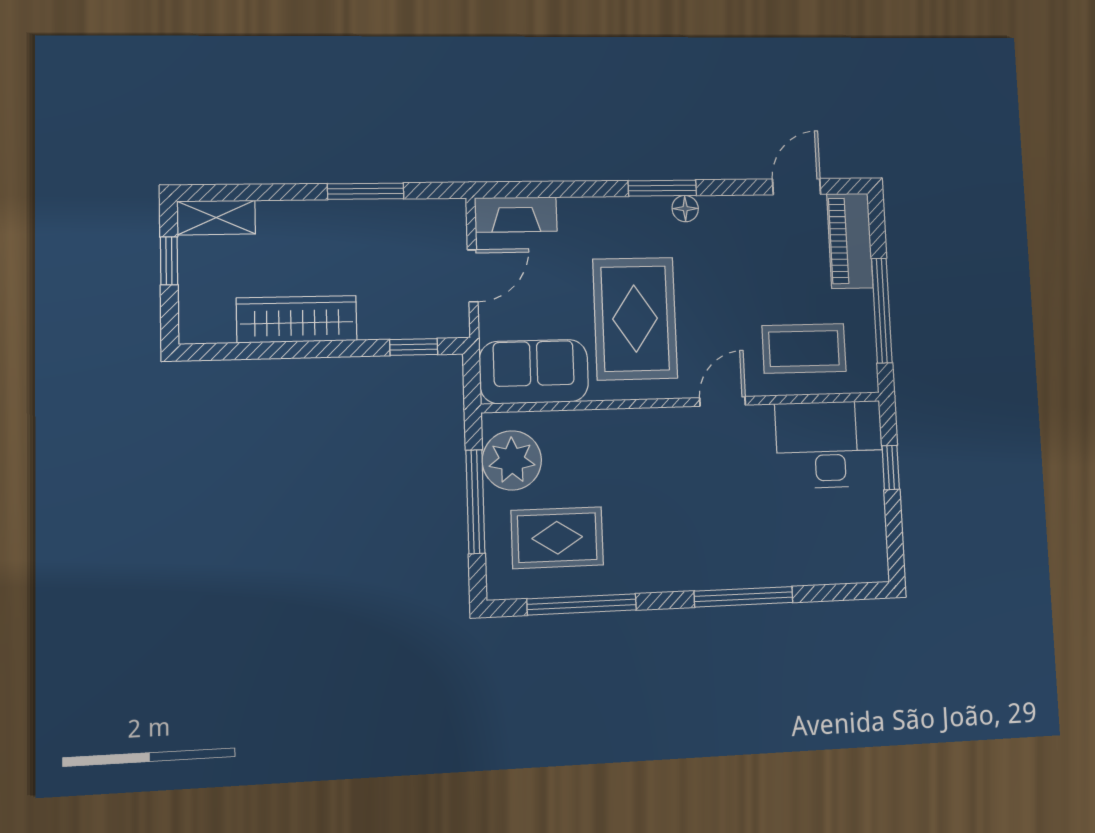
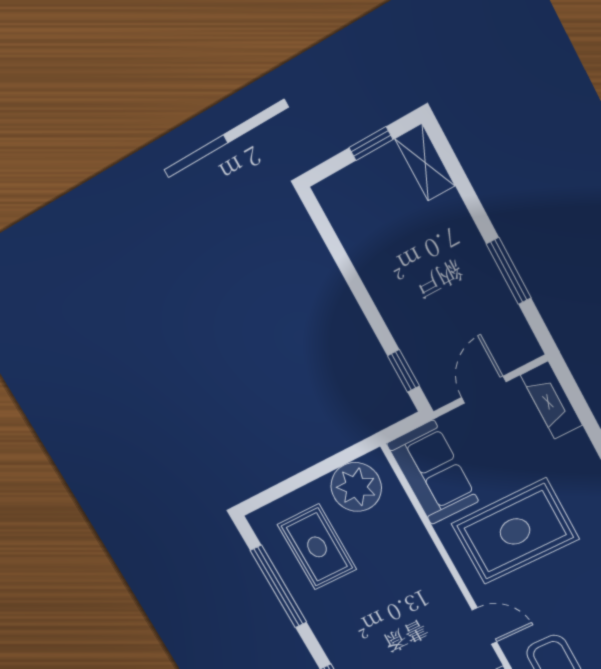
door: (473, 276) -> (484, 390), swing flipped
wardrobe: (297, 319) -> (378, 269), removed
window: (475, 502) -> (311, 474), removed

